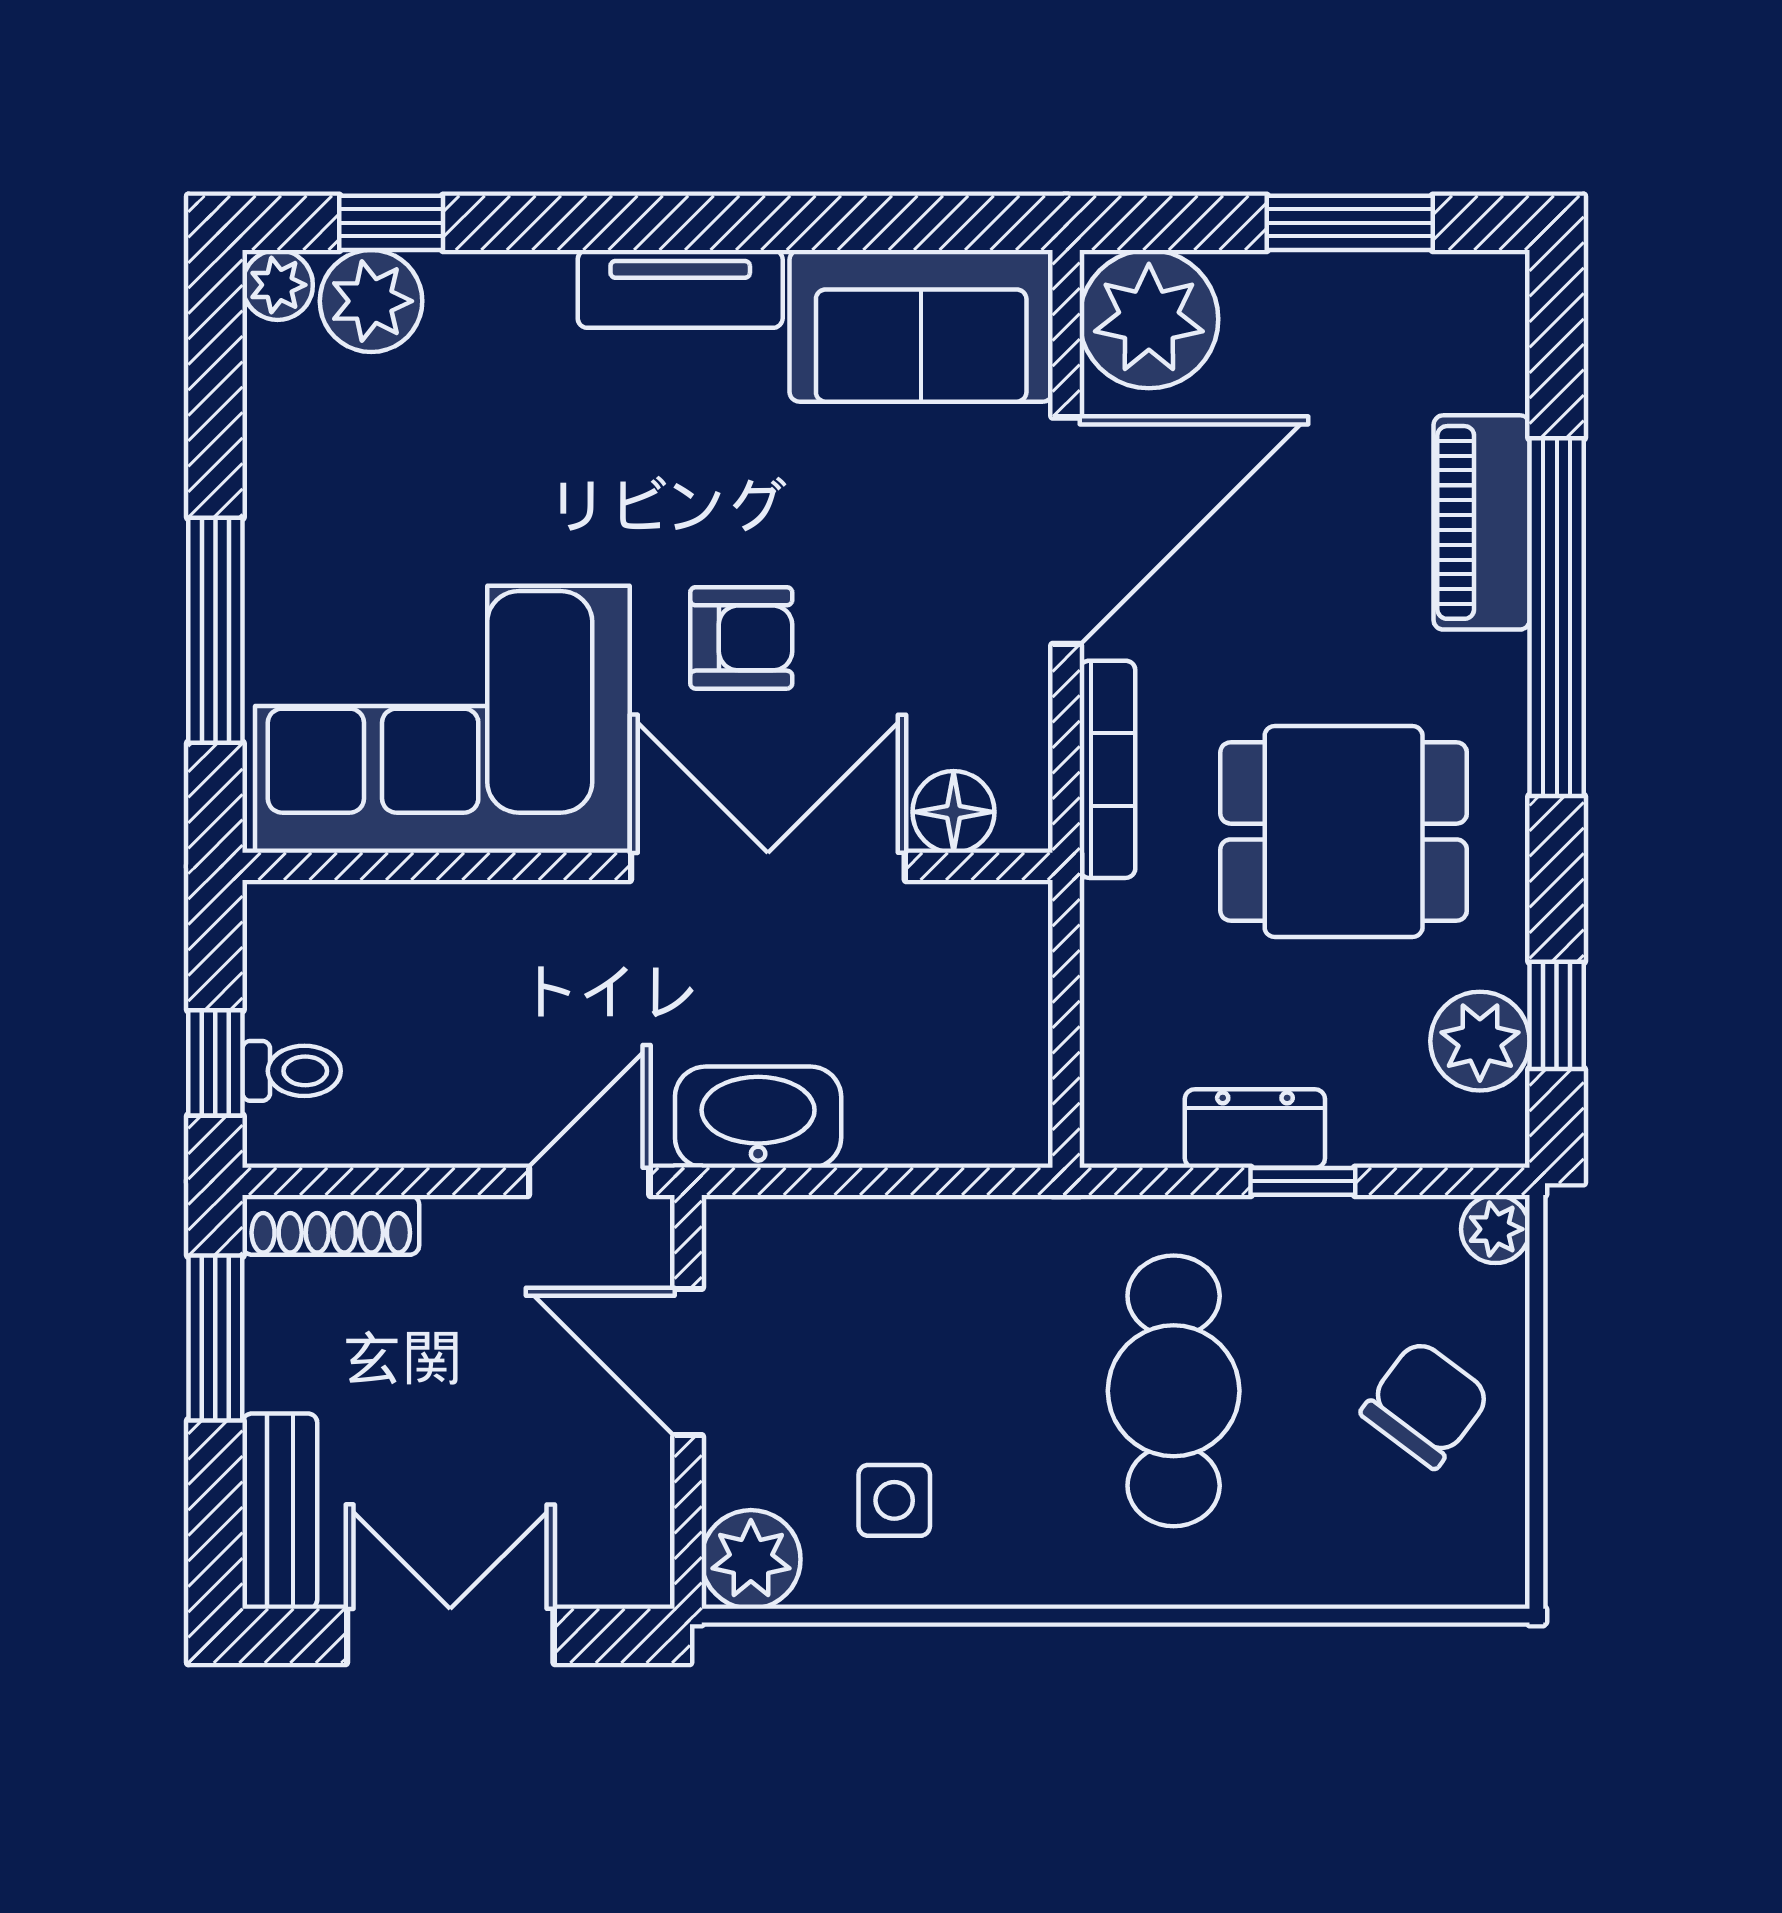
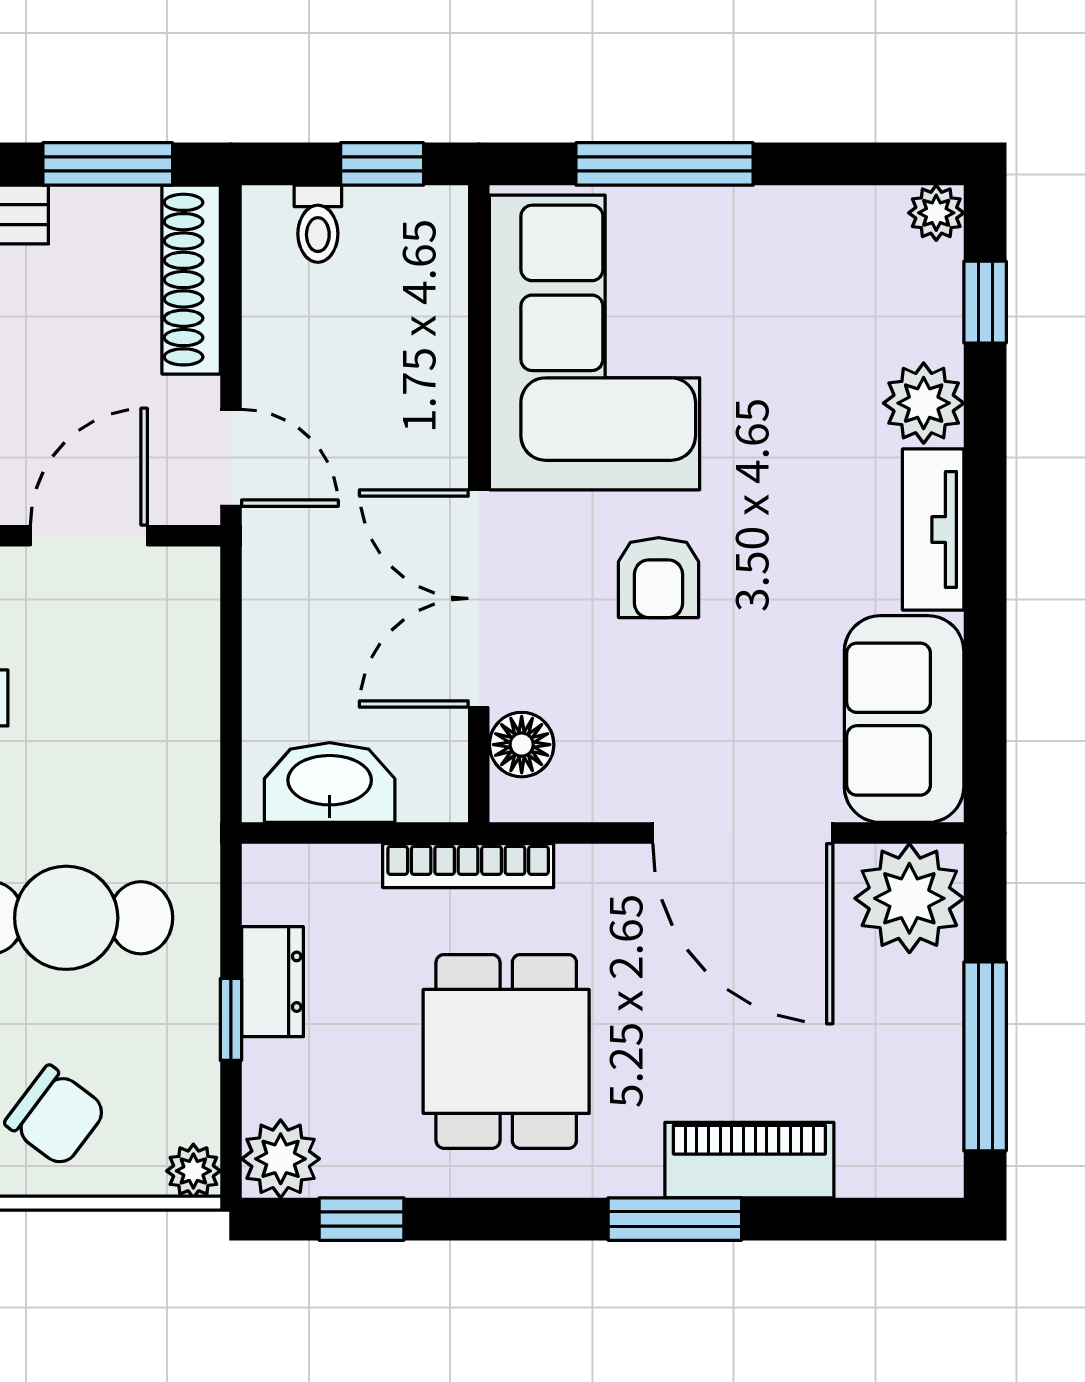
window: (1350, 223) -> (985, 1056), width x1.44
plant: (371, 301) -> (924, 403), moved
window: (1557, 617) -> (675, 1219), width x0.47
bookcase: (1107, 769) -> (468, 866), moved
double door: (768, 866) -> (479, 598), swing flipped
plant: (1480, 1041) -> (281, 1159), moved
window: (215, 1063) -> (382, 164), moved
washbasin: (758, 1117) -> (330, 783), moved, turned -90
shoe rack: (331, 1225) -> (191, 280), width x1.36, depth x1.24

